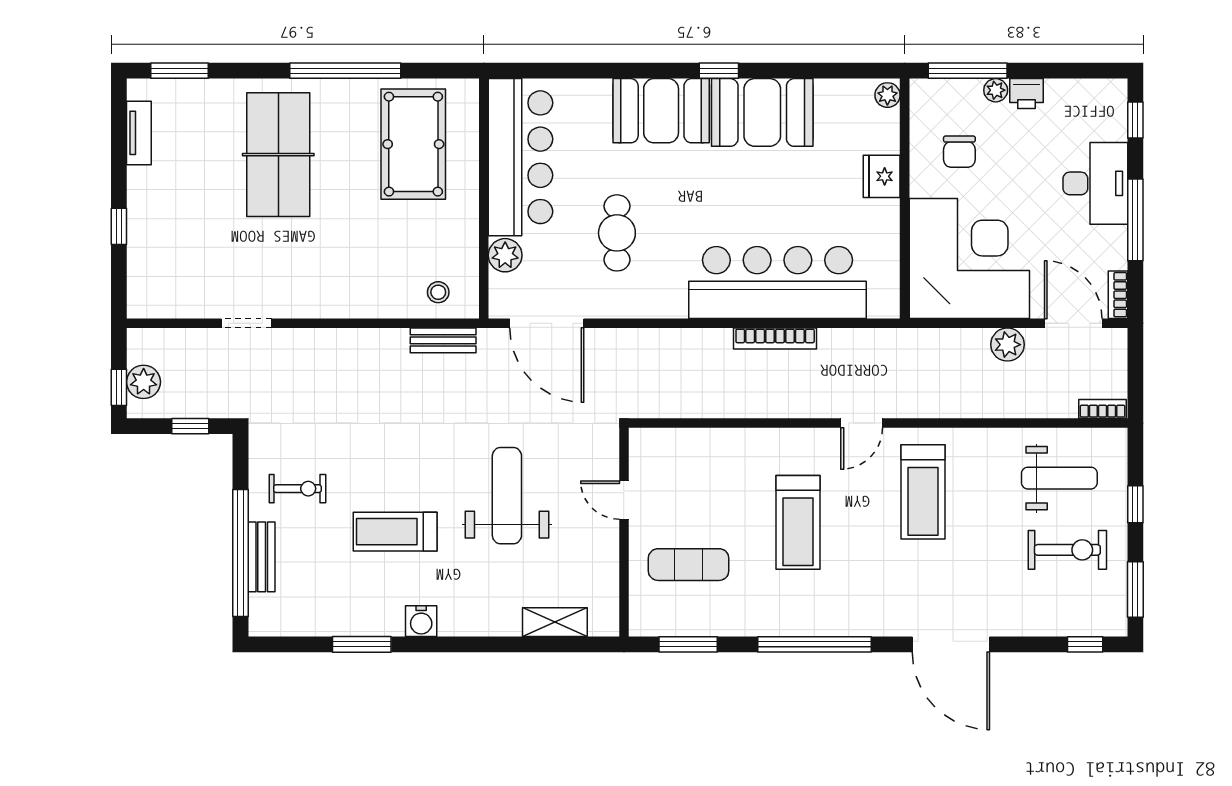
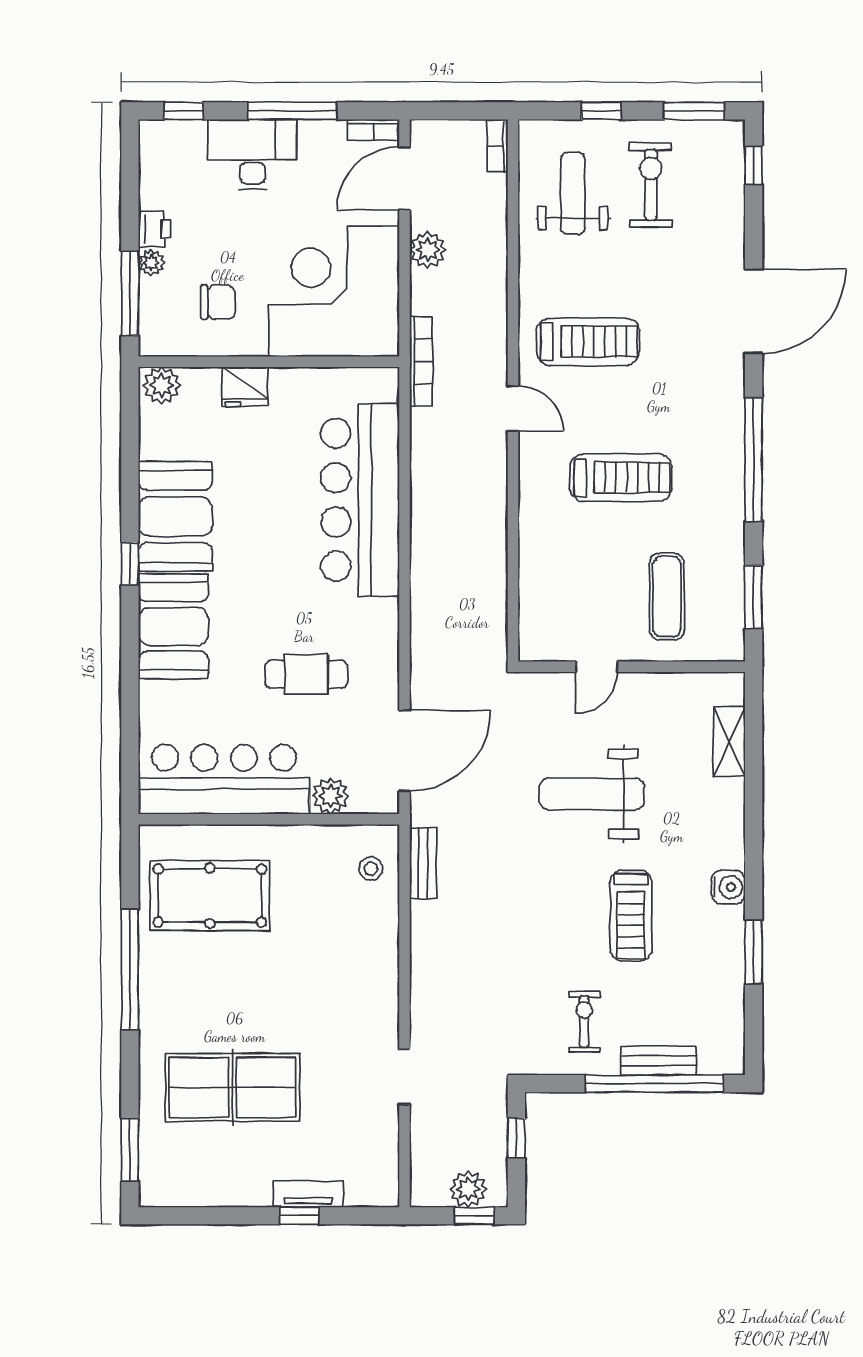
plant: (887, 95) -> (162, 385), width x1.38, depth x1.38
tv unit: (139, 133) -> (308, 1194), moved
table tennis table: (278, 155) -> (233, 1088), moved
bookcase: (775, 339) -> (421, 361), moved

